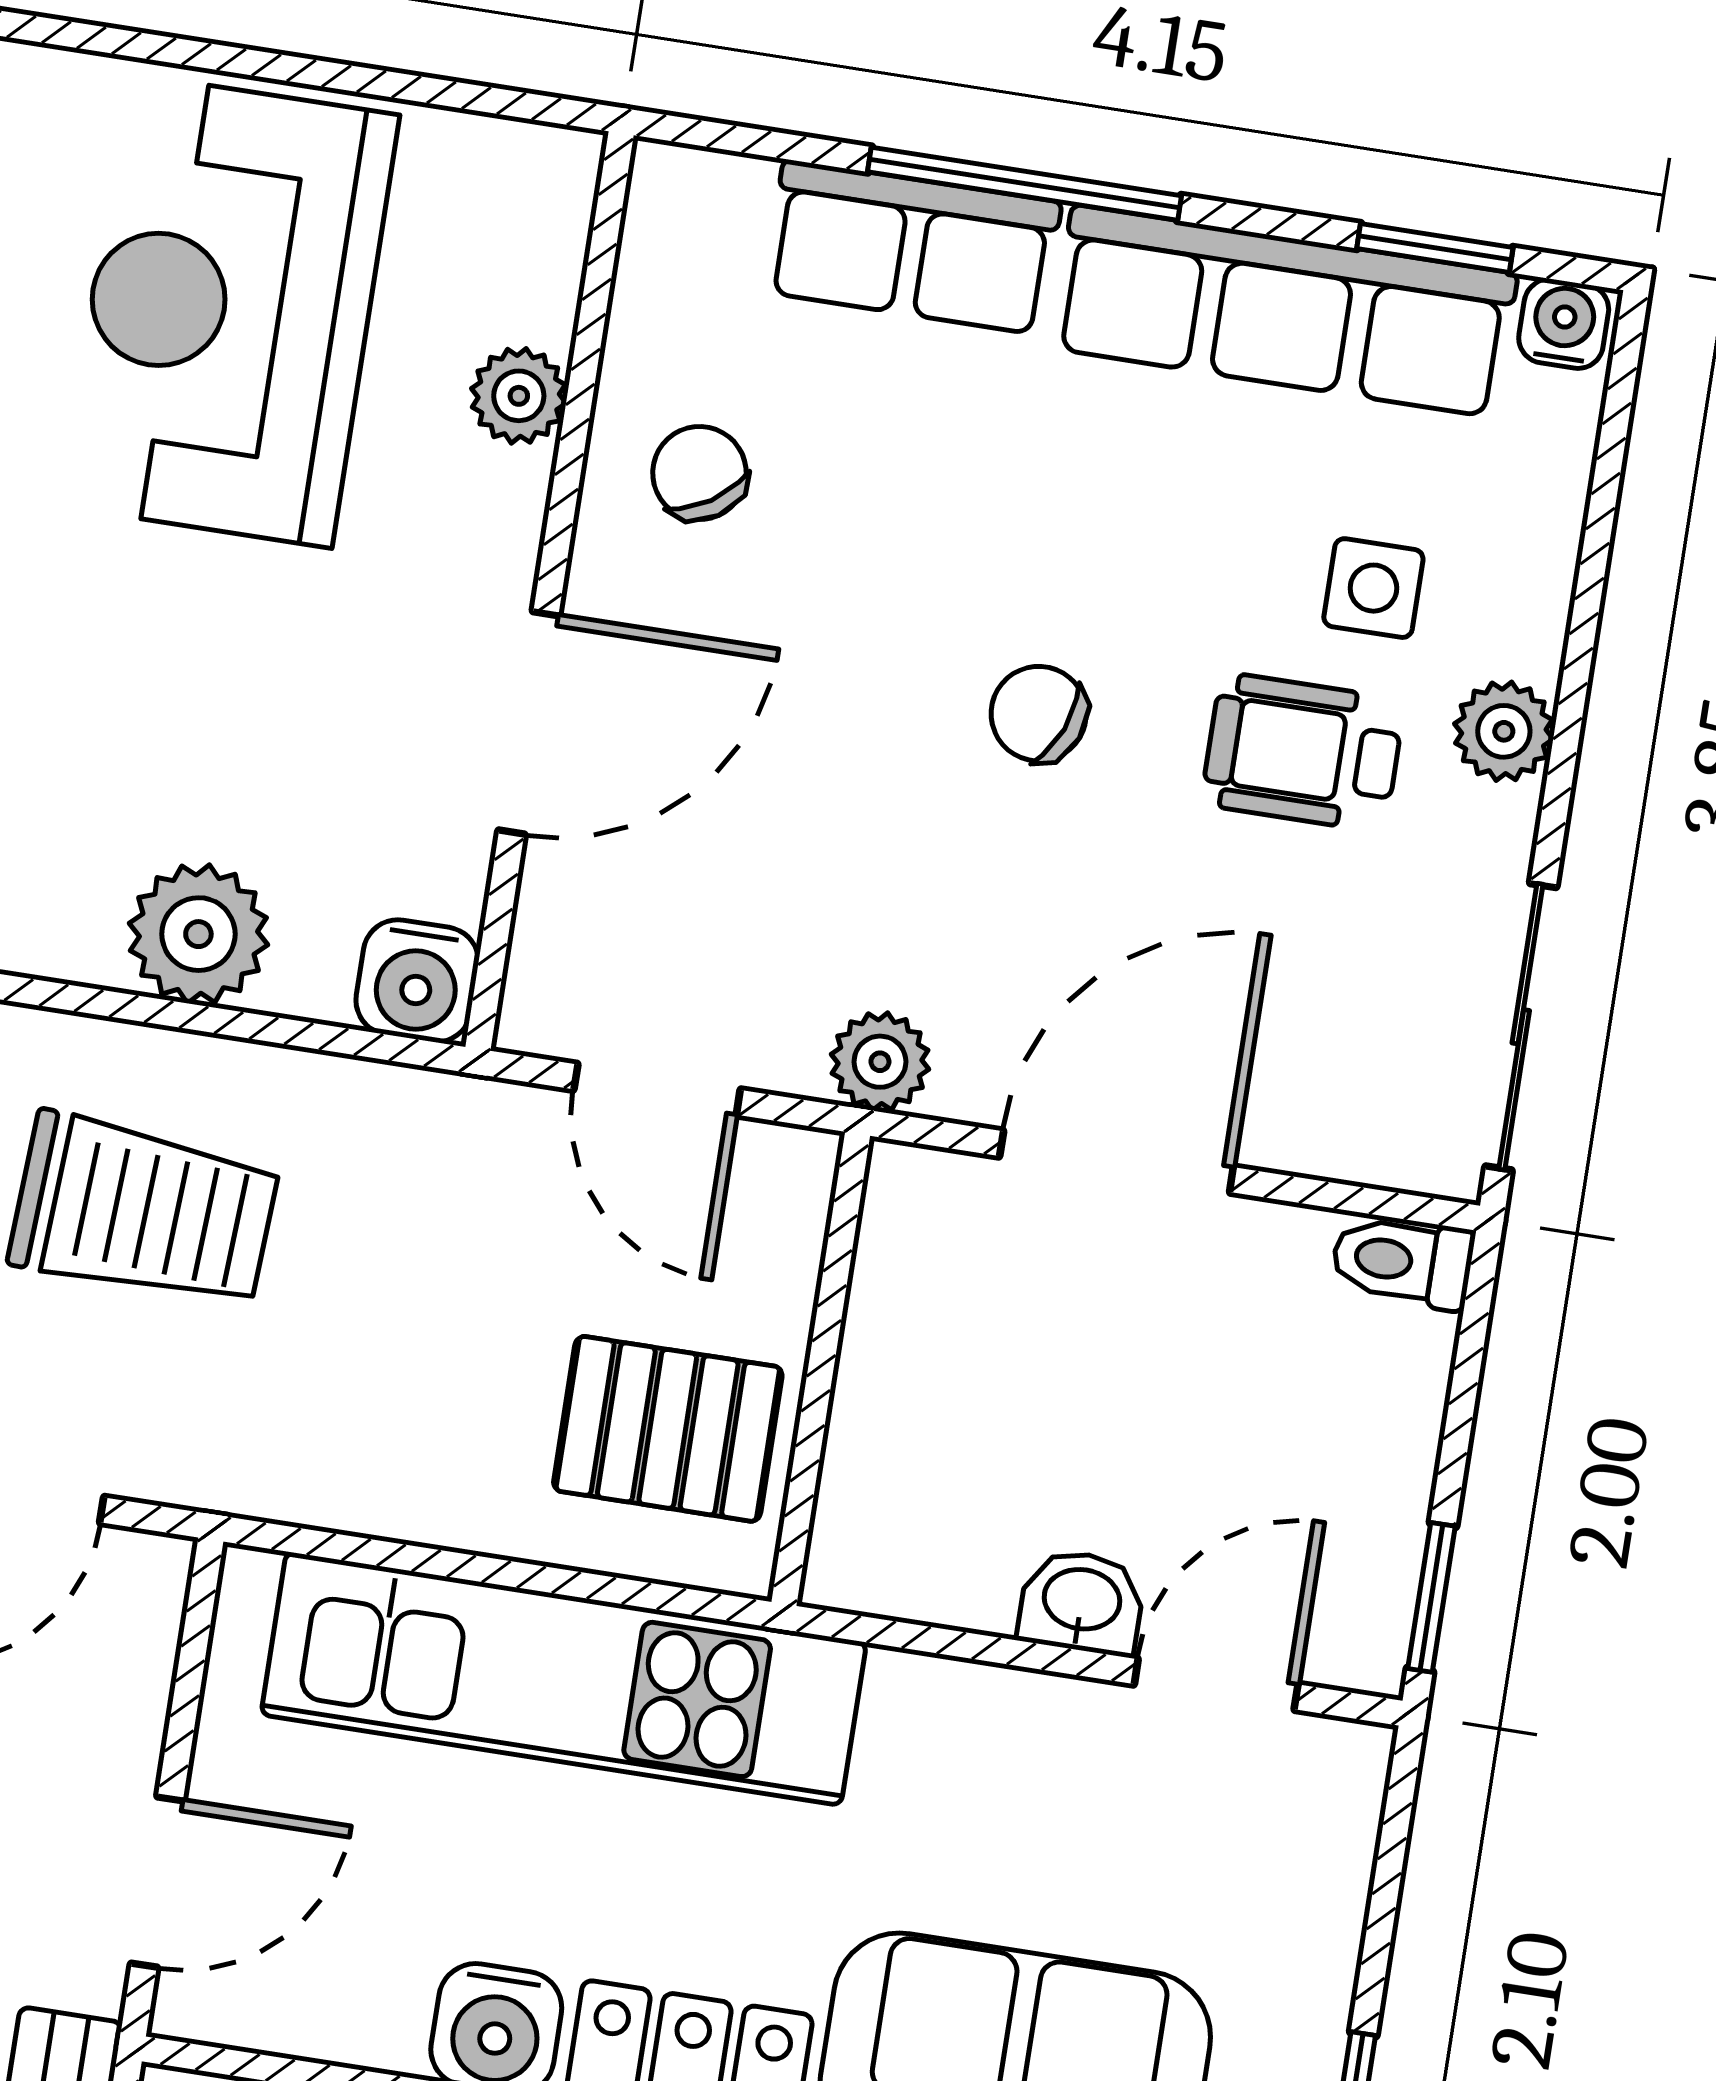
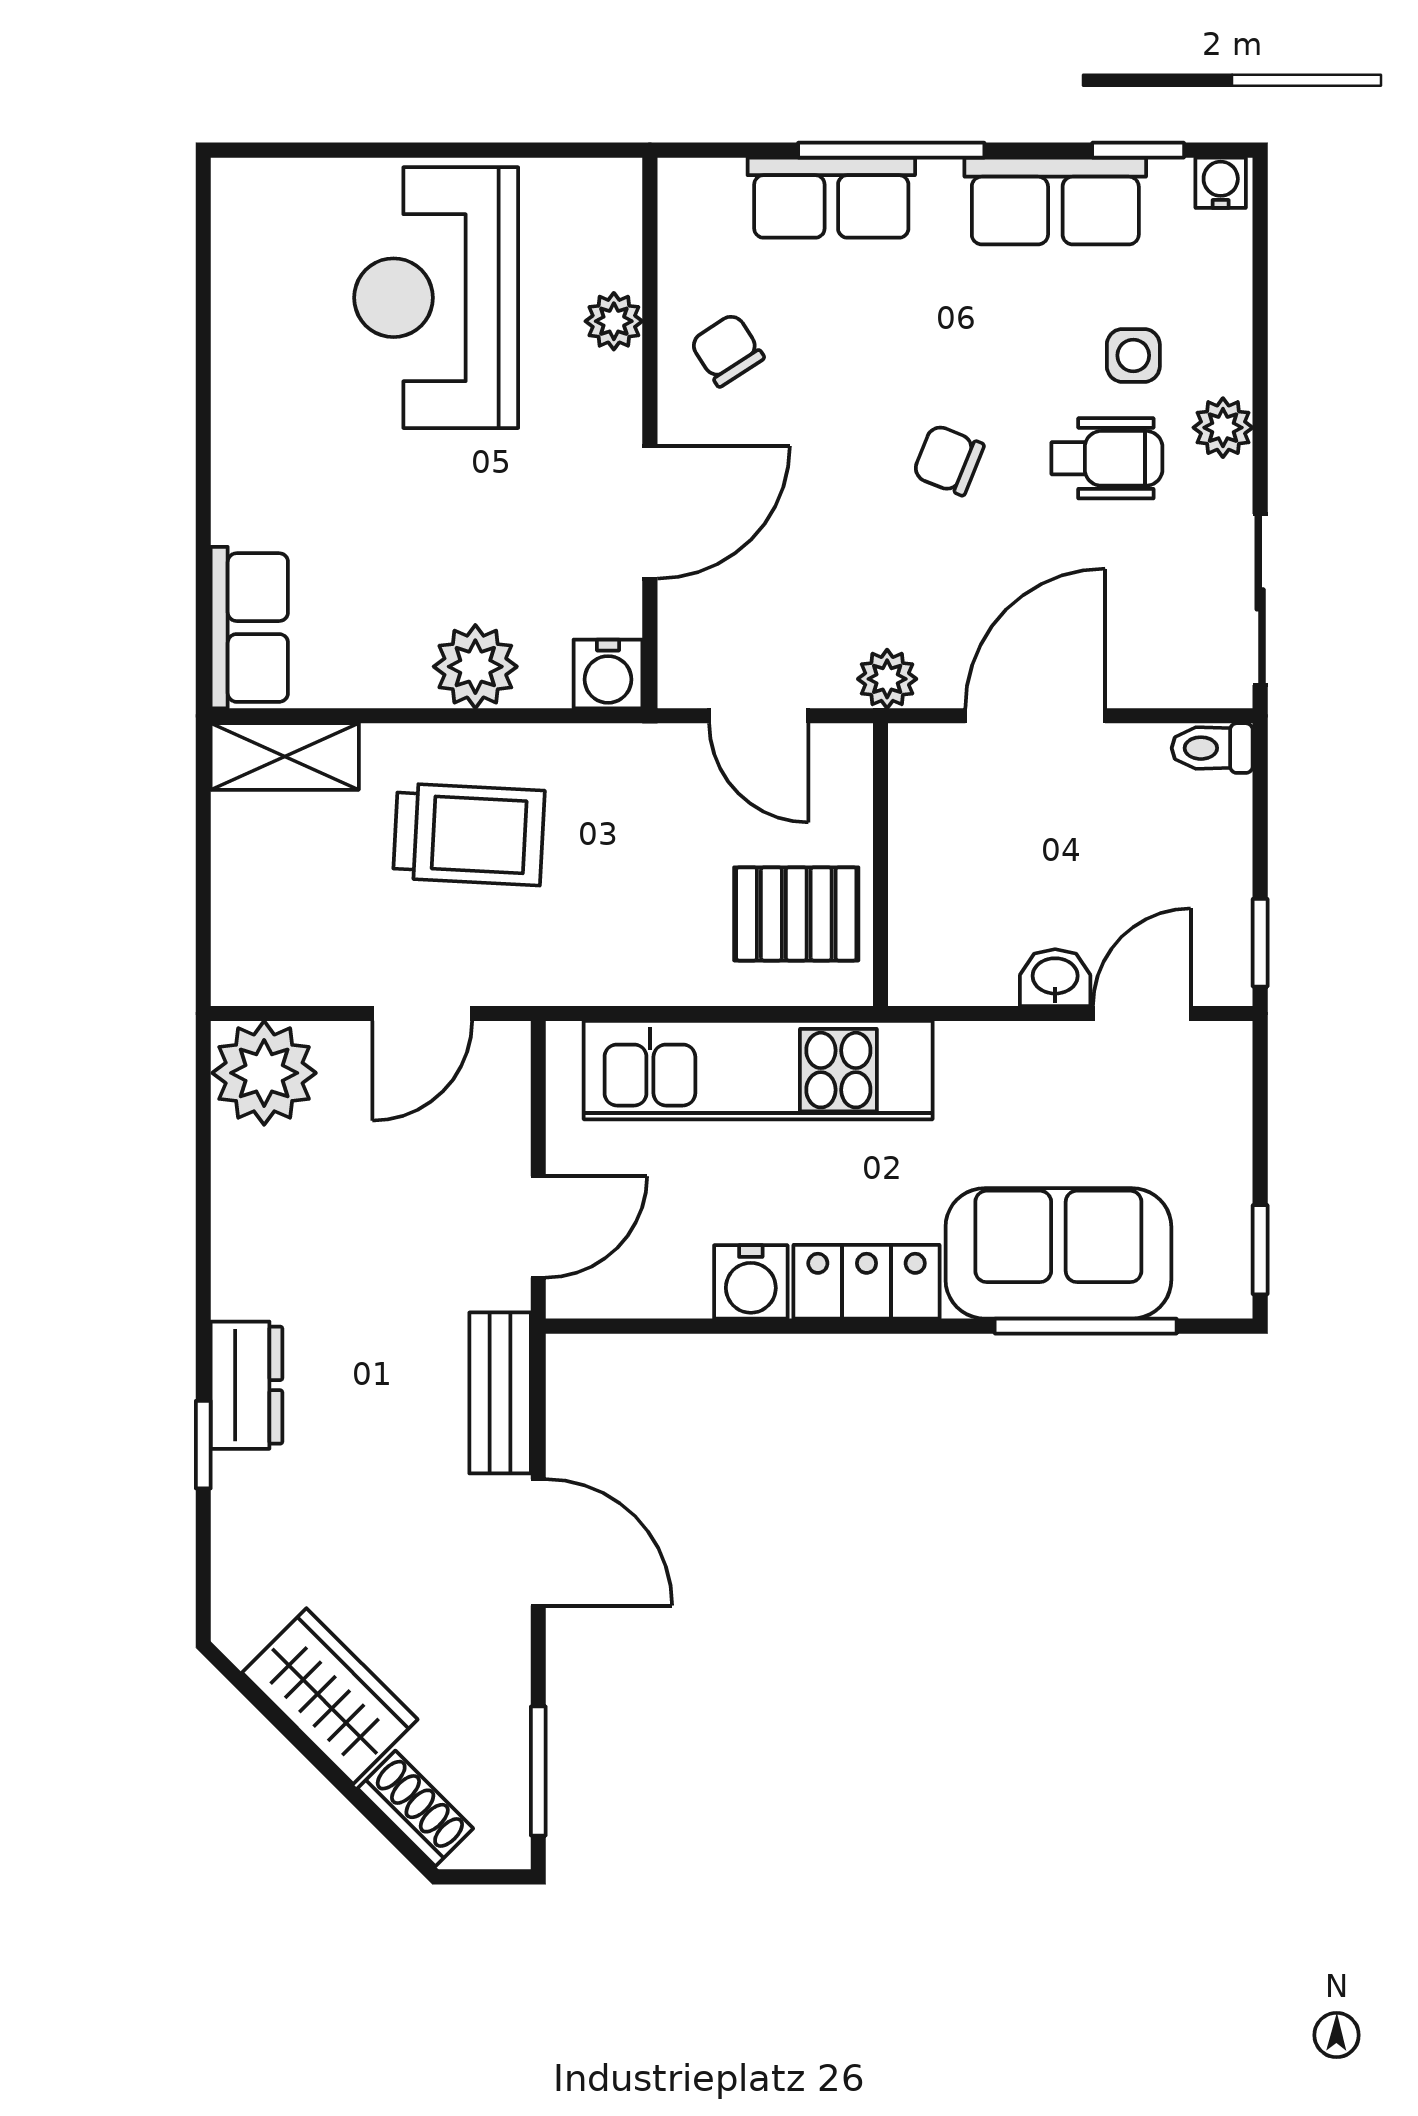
row of seats: (1284, 311) -> (1055, 201), width x0.68
wheelchair: (1303, 752) -> (1107, 458), turned 180

